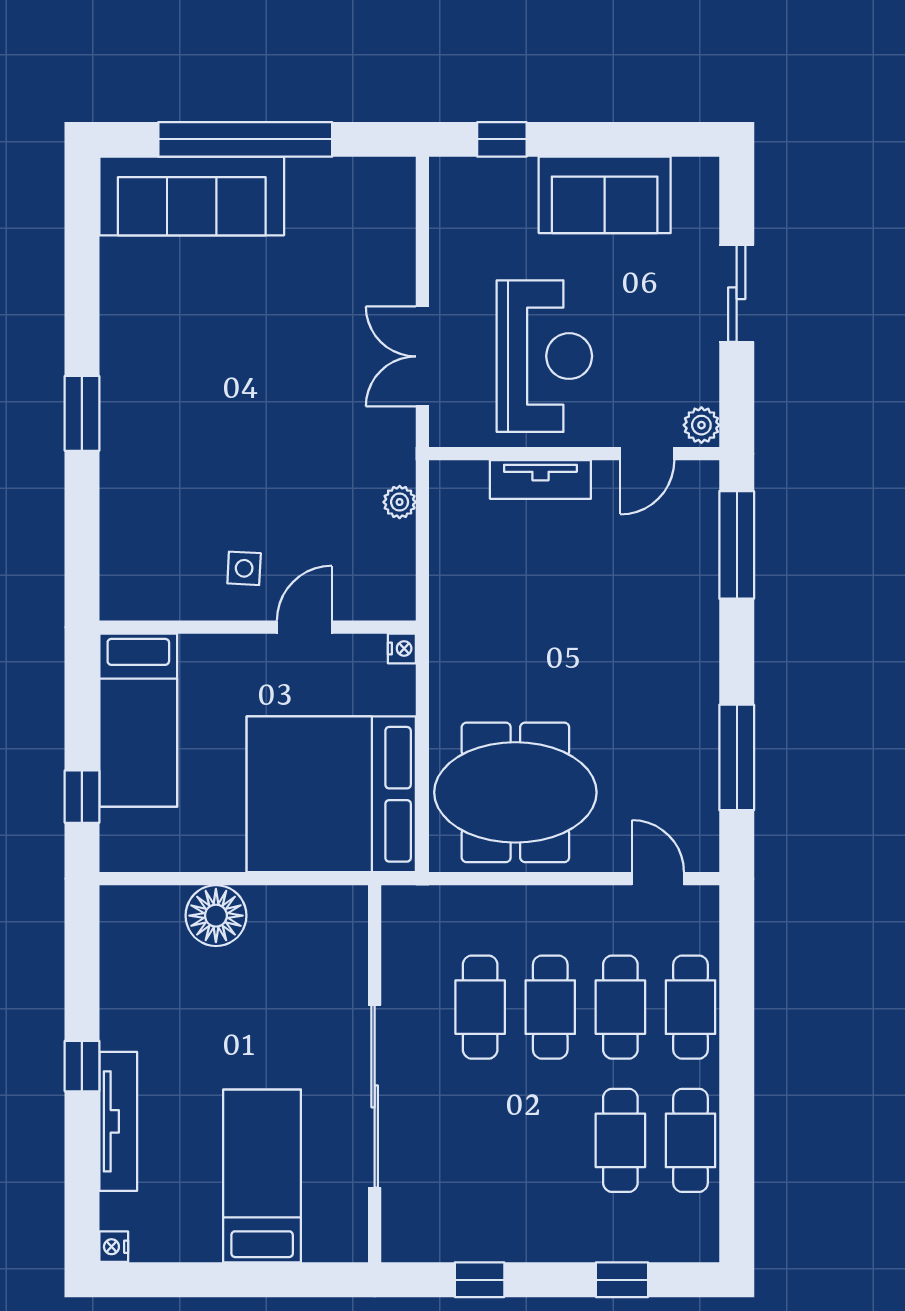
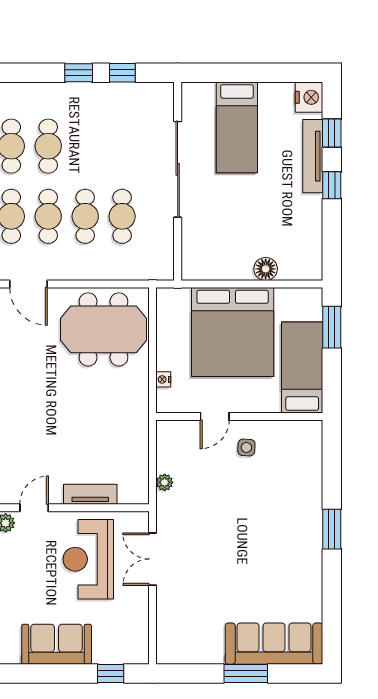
window: (245, 139) -> (246, 673), width x0.47
double door: (422, 356) -> (153, 559), swing flipped
nightstand: (402, 648) -> (163, 379), moved
bed: (331, 794) -> (233, 332), moved, turned 90
window: (82, 797) -> (332, 327), width x1.50
door: (658, 879) -> (28, 284), width x1.37
floor lamp: (216, 916) -> (266, 269), width x0.73, depth x0.73
window: (82, 1165) -> (332, 133), added
nightstand: (114, 1247) -> (309, 97), width x1.89, depth x1.79
window: (622, 1280) -> (79, 73), moved

